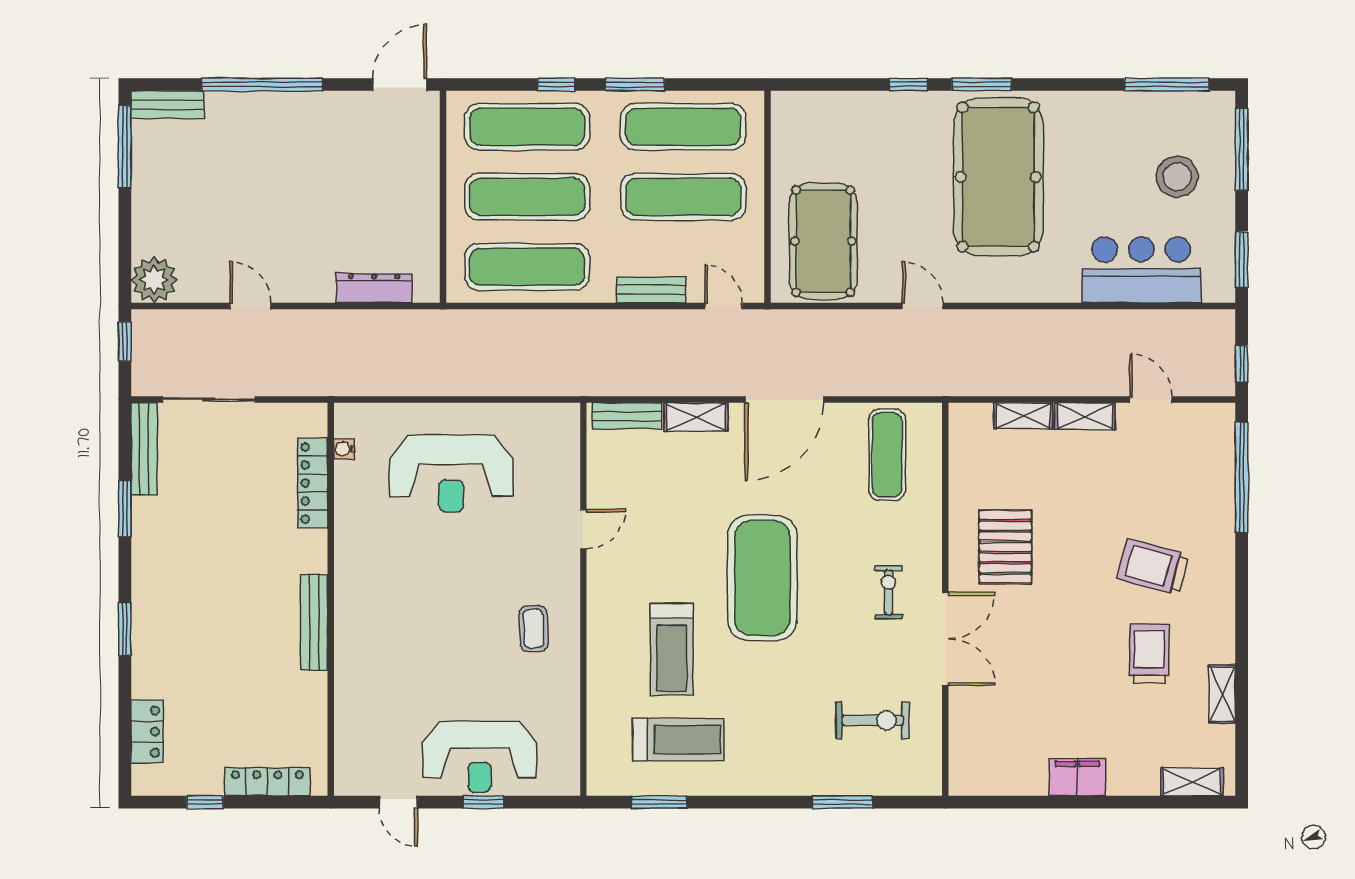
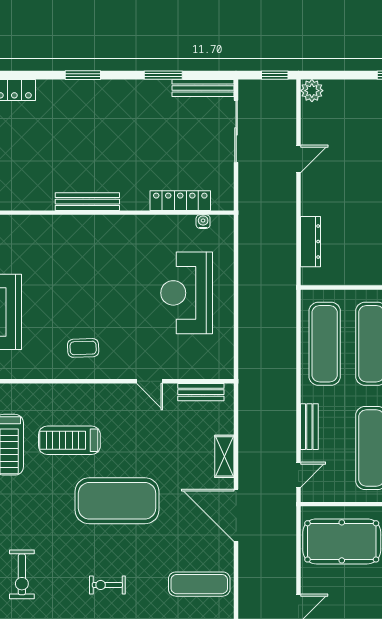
plant: (154, 280) -> (312, 91), width x0.73, depth x0.73
bench: (627, 416) -> (201, 392), moved, turned 90
exercise bike: (889, 592) -> (107, 585), turned 180

